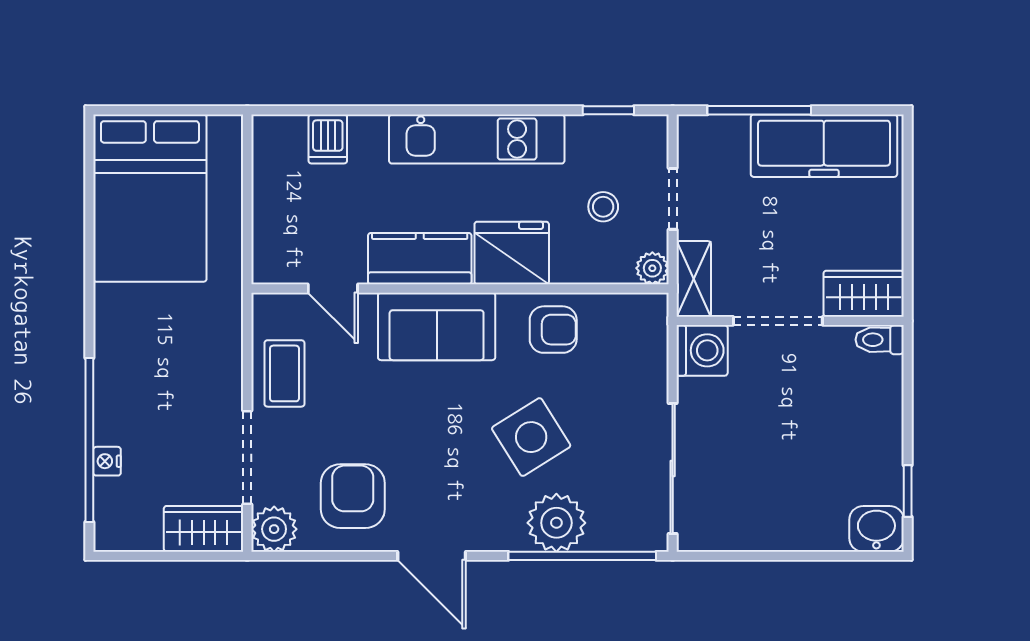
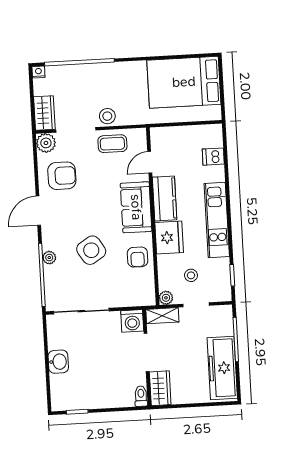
stool: (219, 382) -> (107, 116), added
nightstand: (107, 461) -> (38, 72), moved
plant: (556, 523) -> (49, 258), width x0.53, depth x0.53
washbasin: (876, 529) -> (58, 362), moved

